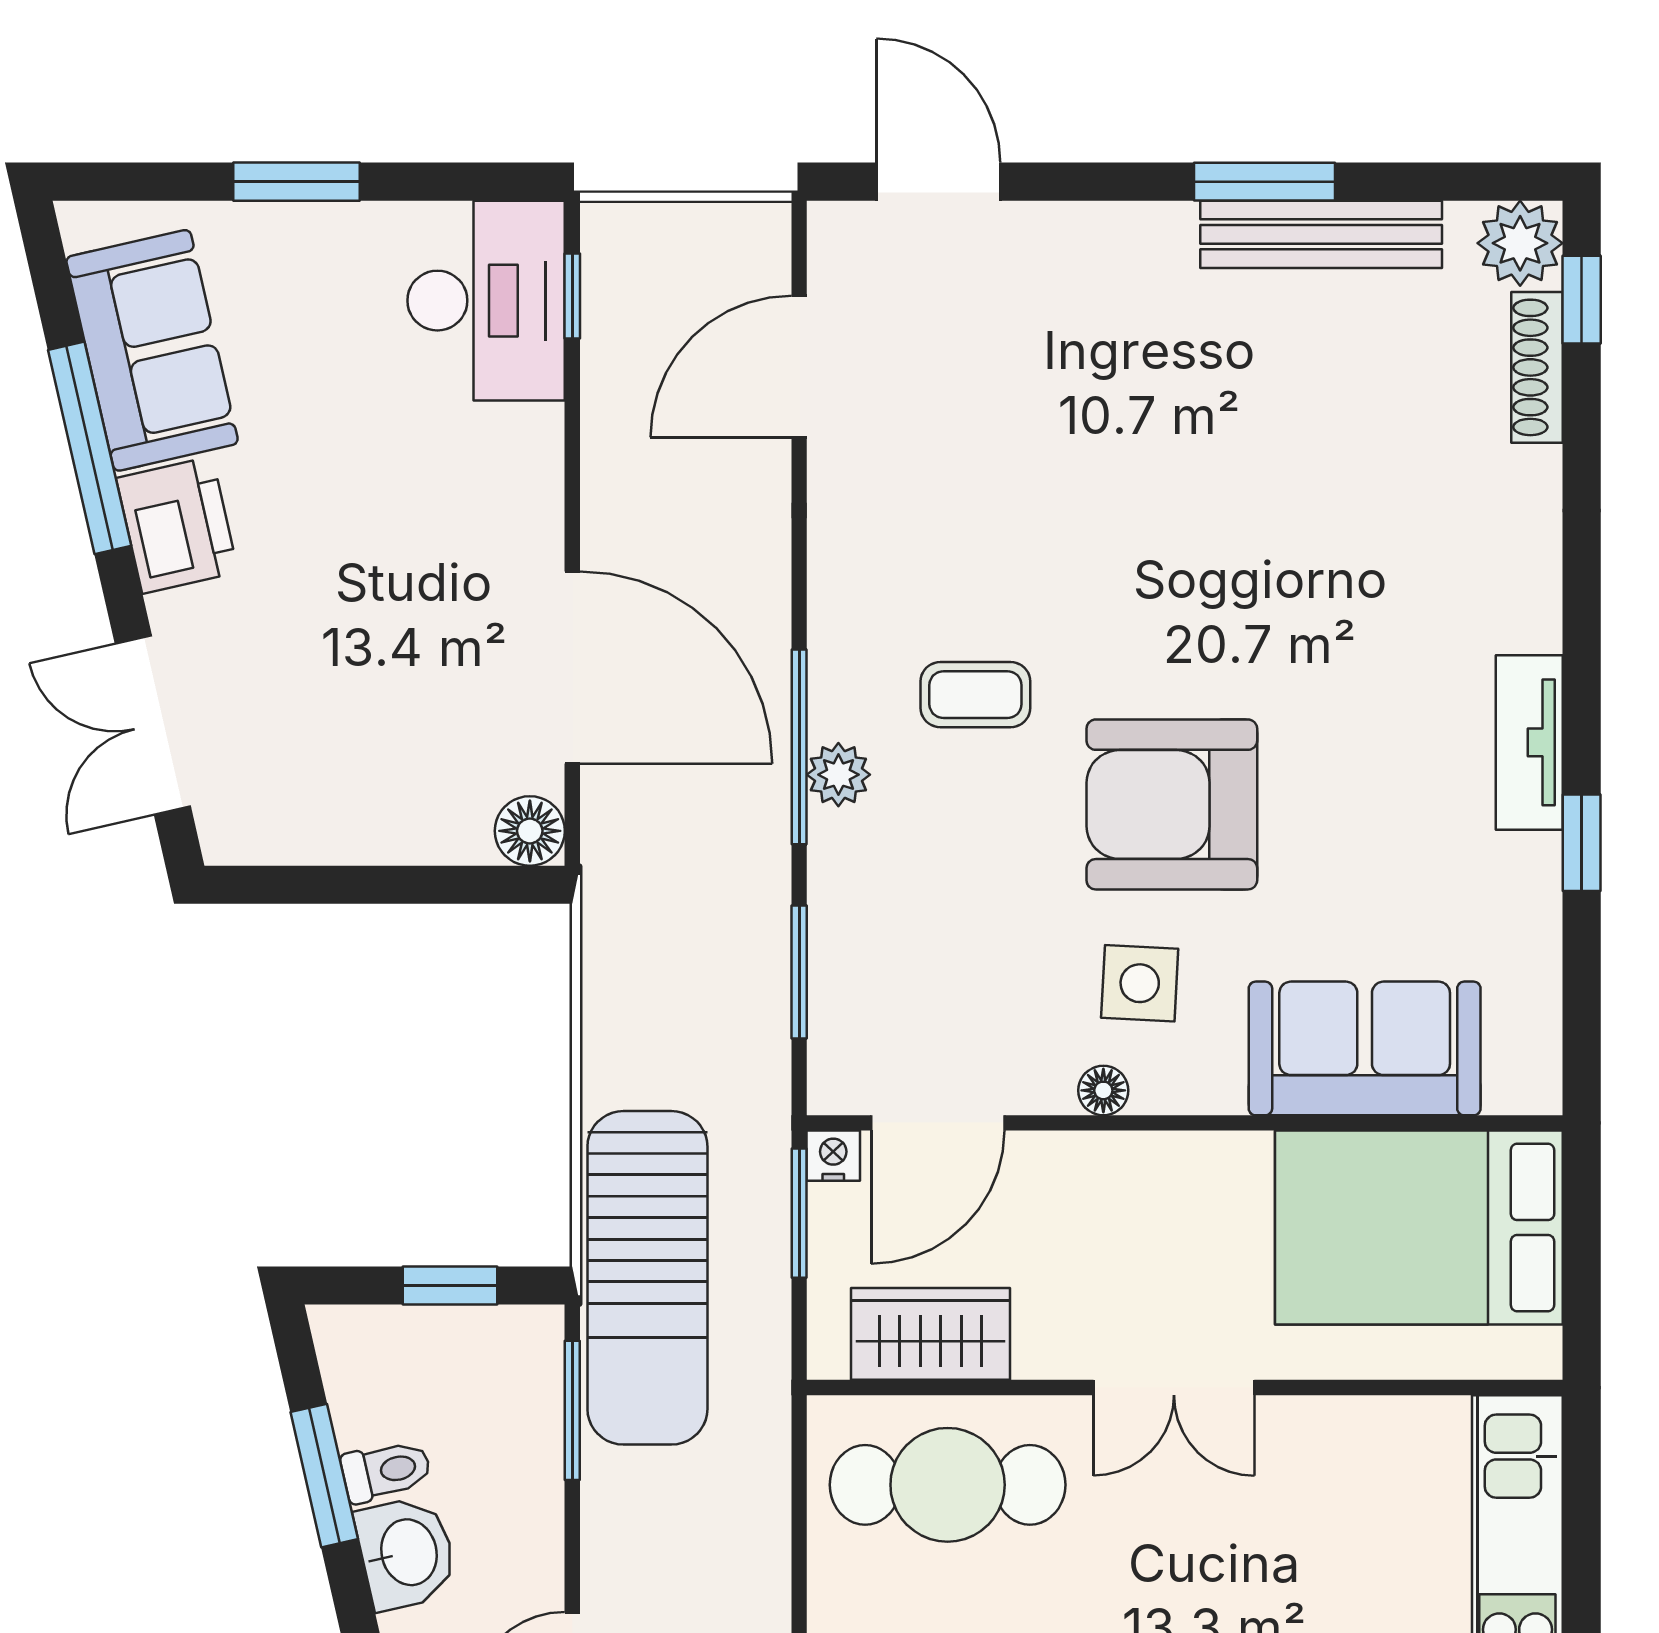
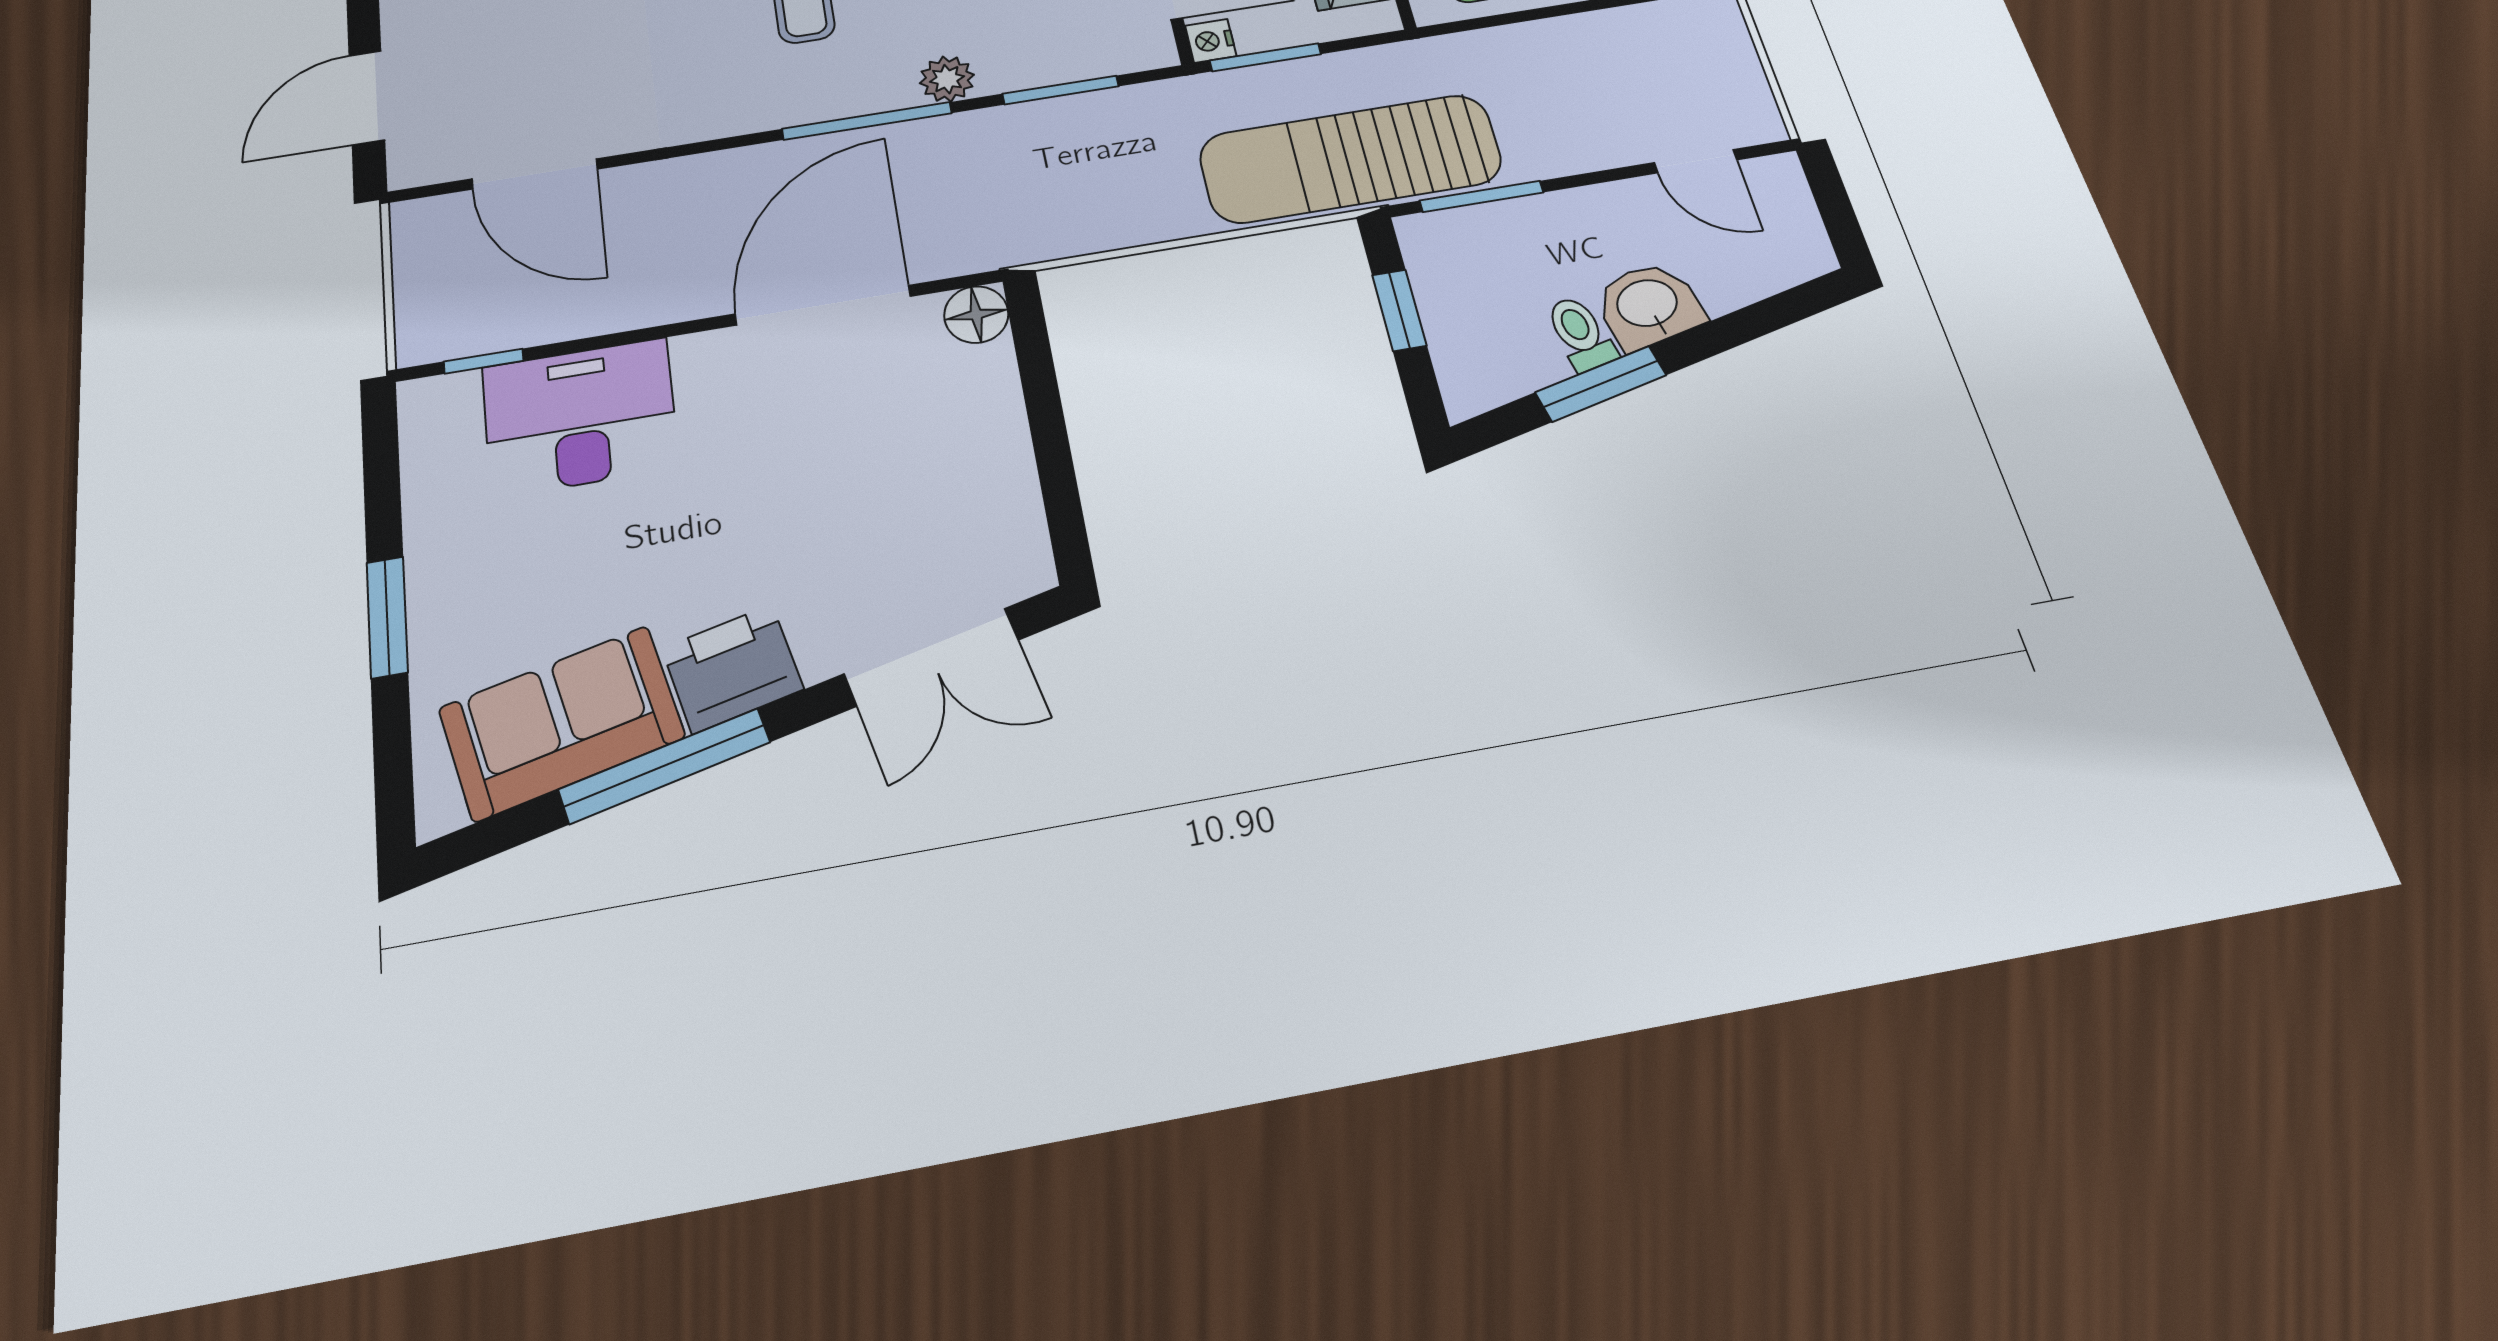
desk: (486, 301) -> (580, 417), moved
plant: (838, 775) -> (947, 79), moved
sun lounger: (647, 1278) -> (1350, 159), turned 180

